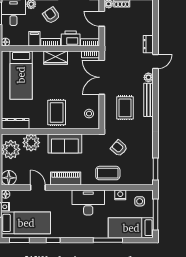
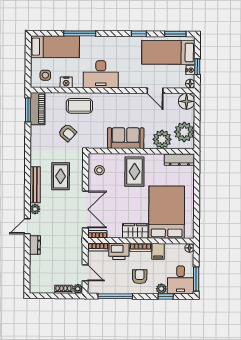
armchair: (51, 15) -> (140, 277), turned -145
bed: (21, 75) -> (167, 212), width x1.50
piano: (66, 179) -> (38, 109), moved, turned -90
window: (156, 215) -> (28, 61), removed

